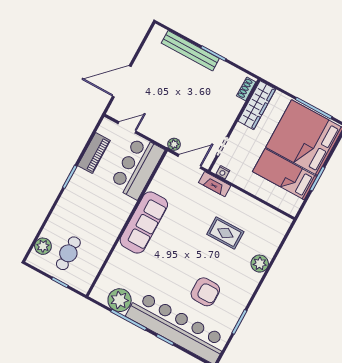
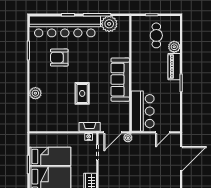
piano: (94, 153) -> (174, 67), moved
rug: (225, 233) -> (82, 93), moved, turned 90
plant: (43, 246) -> (174, 47), moved

